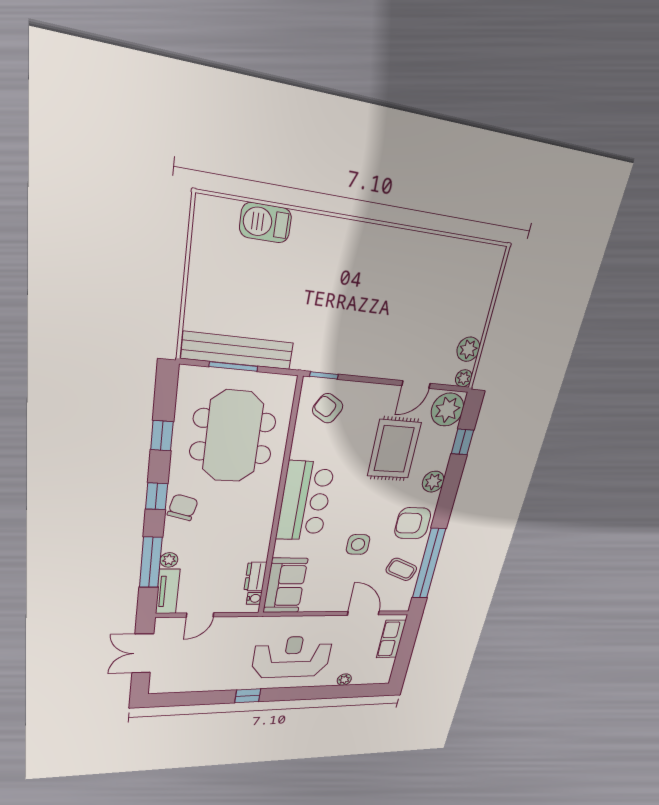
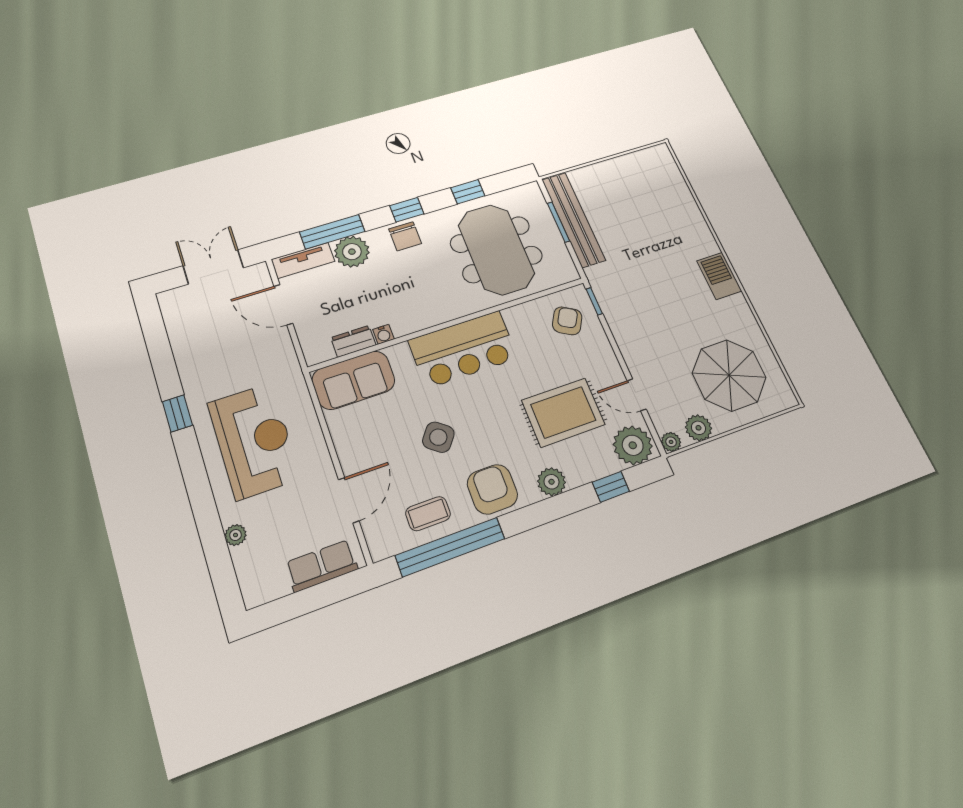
barbecue: (266, 223) -> (719, 276), moved
parasol: (449, 294) -> (729, 375), added
meeting table: (233, 437) -> (496, 249), turned 90
chair: (183, 507) -> (405, 236), turned 76
side table: (358, 544) -> (438, 437), turned 38
plant: (169, 560) -> (352, 252), width x1.87, depth x1.87
coffee table: (401, 569) -> (428, 514), turned 68
water cooler: (254, 598) -> (383, 334), moved
door: (200, 615) -> (283, 305), width x1.38

